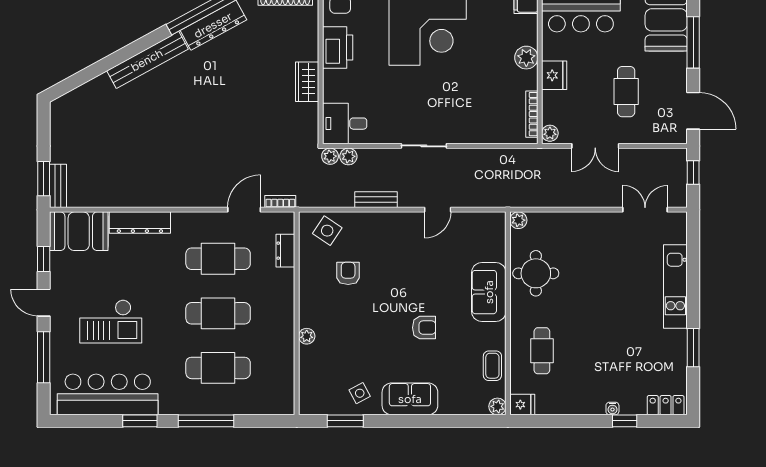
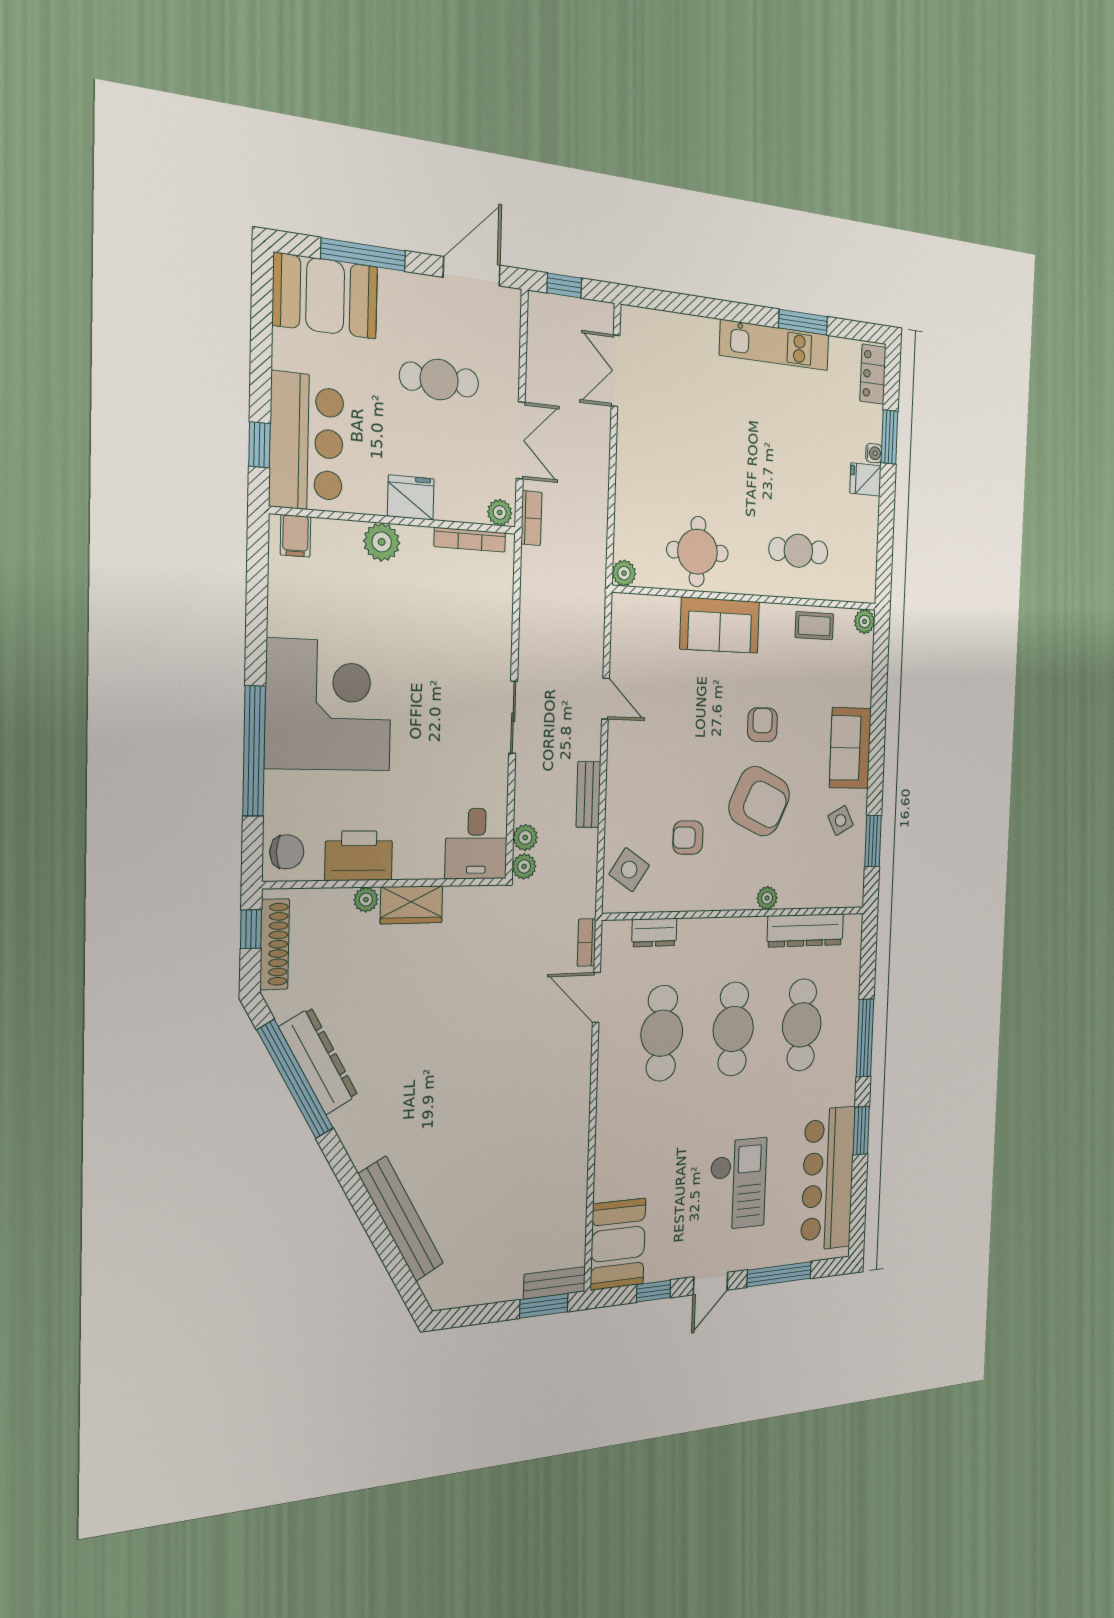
plant: (311, 53) -> (366, 900), added
bench: (147, 60) -> (401, 1219), moved
bookcase: (548, 155) -> (531, 518), added
dresser: (140, 223) -> (805, 930), moved, turned 90
kitchen unit: (675, 286) -> (775, 345), moved
armchair: (373, 327) -> (759, 801), added
fridge: (522, 405) -> (865, 479), moved, turned -90
window: (625, 421) -> (889, 437), width x1.50

